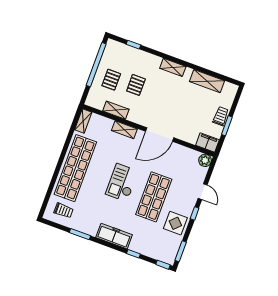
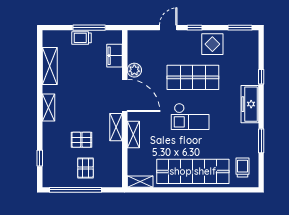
pallet: (111, 80) -> (85, 168), turned 90
shelving: (116, 110) -> (116, 127), moved
window: (227, 126) -> (89, 28), width x1.44
filing cabinet: (207, 142) -> (114, 56), moved
plant: (205, 160) -> (134, 70), moved
window: (163, 265) -> (261, 41), removed

